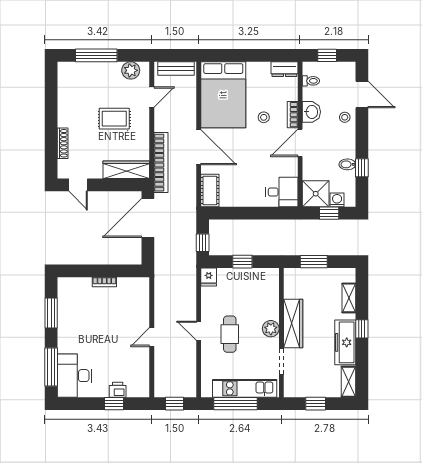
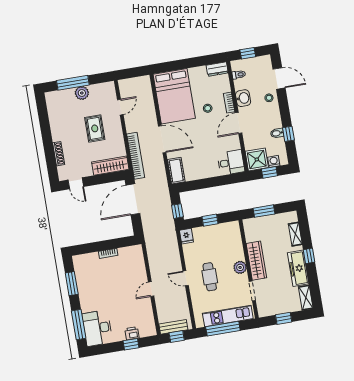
bench: (176, 69) -> (173, 327), moved
plant: (131, 70) -> (82, 93), moved
rug: (114, 119) -> (95, 128), turned 90

